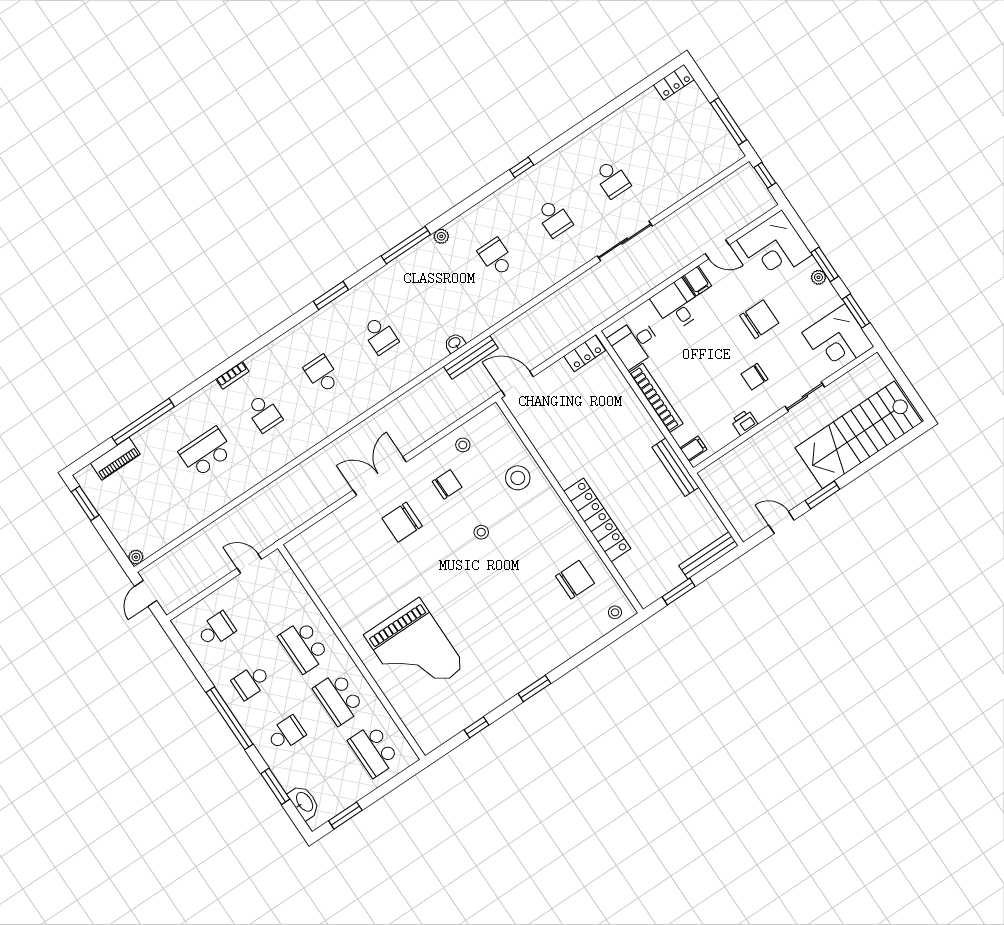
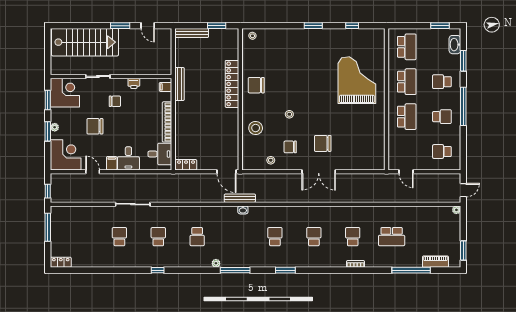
school desk: (322, 374) -> (314, 237), turned 180
chair: (402, 522) -> (323, 143), turned 180
chair: (575, 580) -> (256, 85), moved

